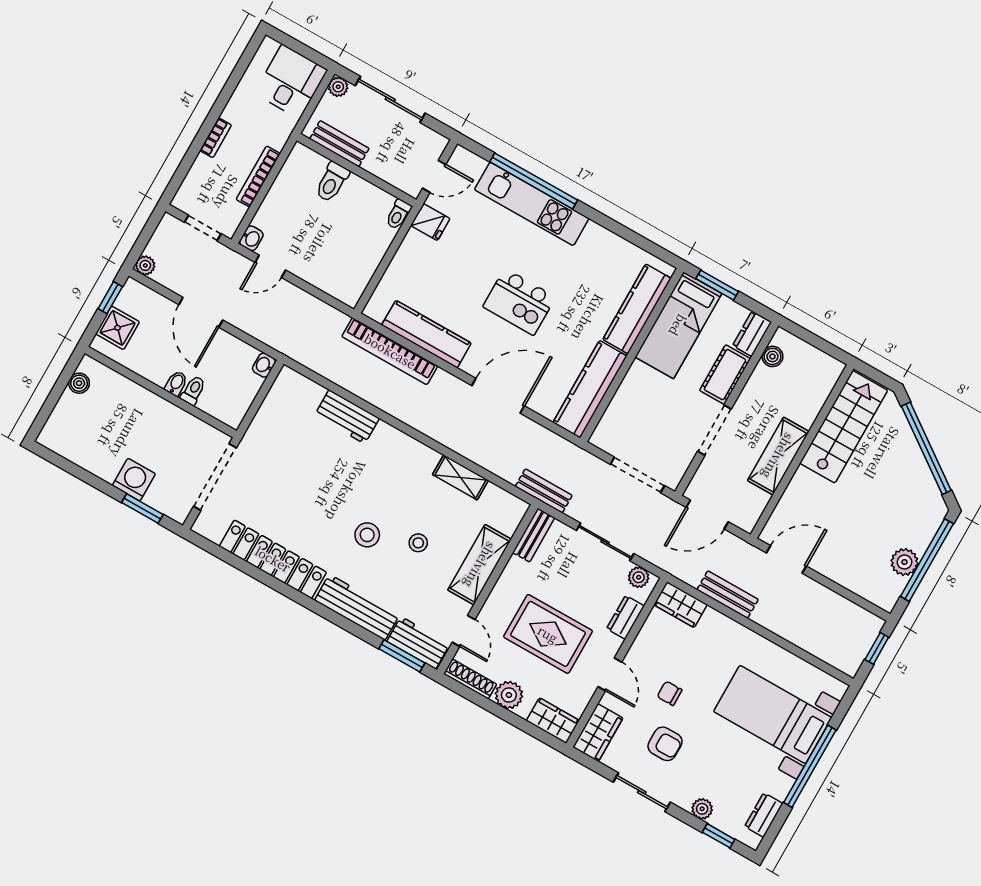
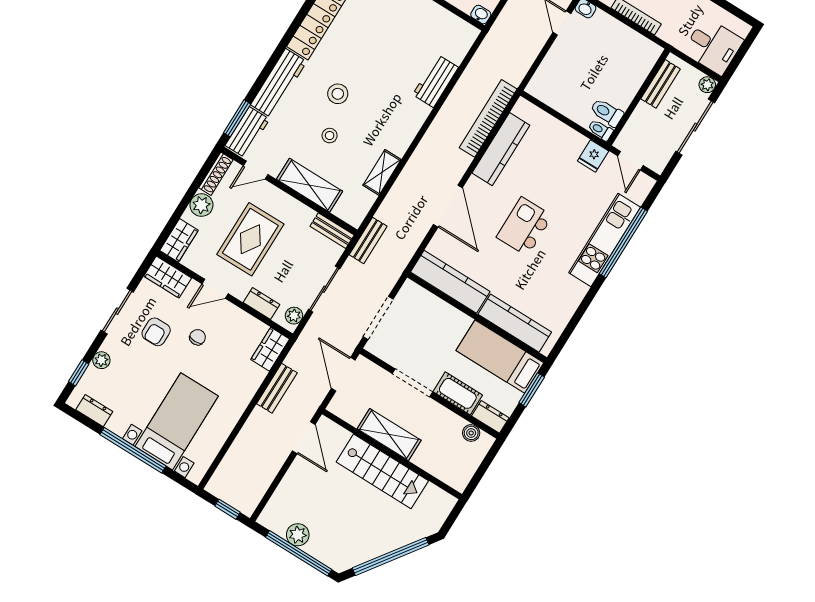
toilet: (332, 182) -> (607, 112), moved
stairs: (844, 427) -> (382, 471), moved

